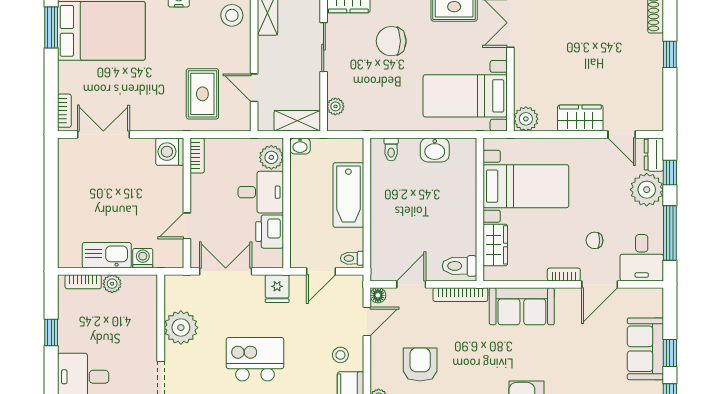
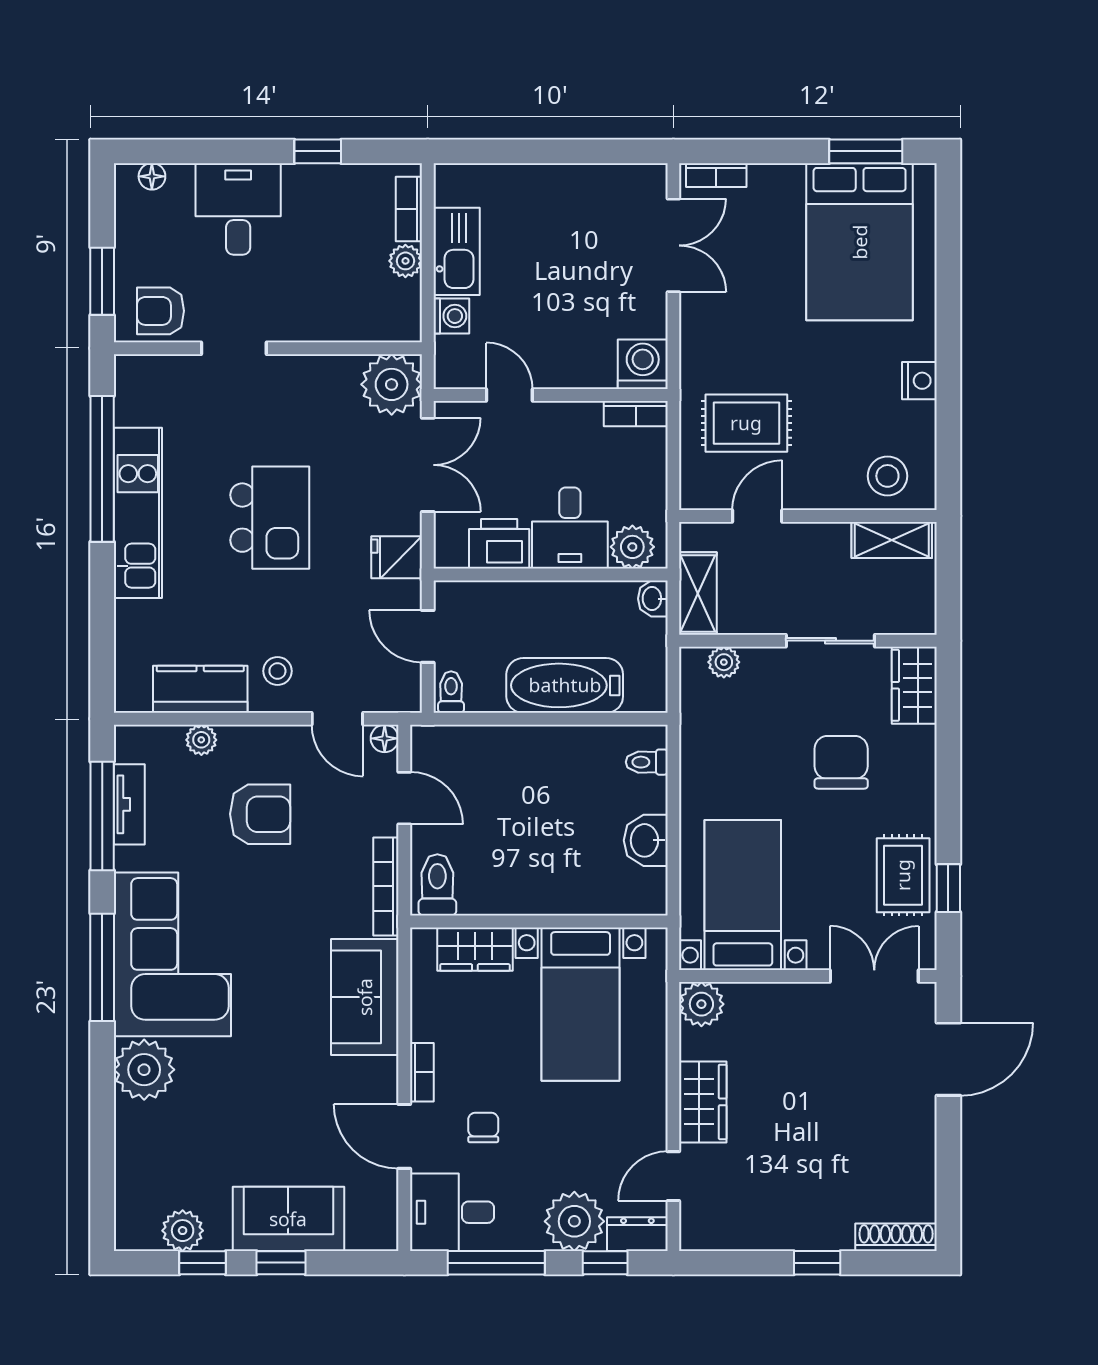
plant: (181, 328) -> (392, 384), moved

